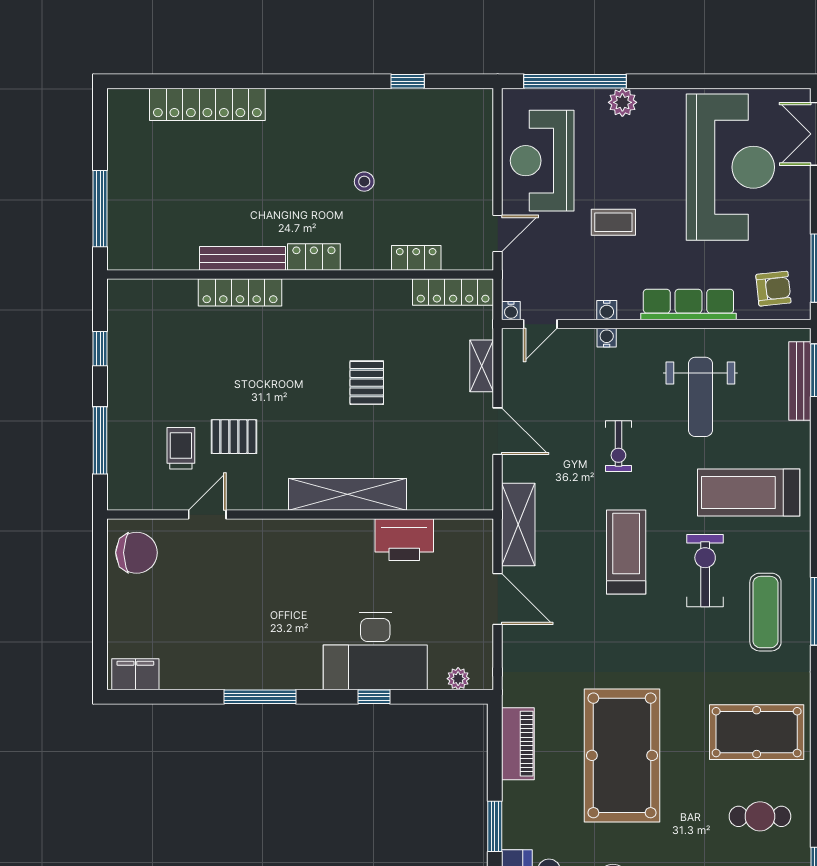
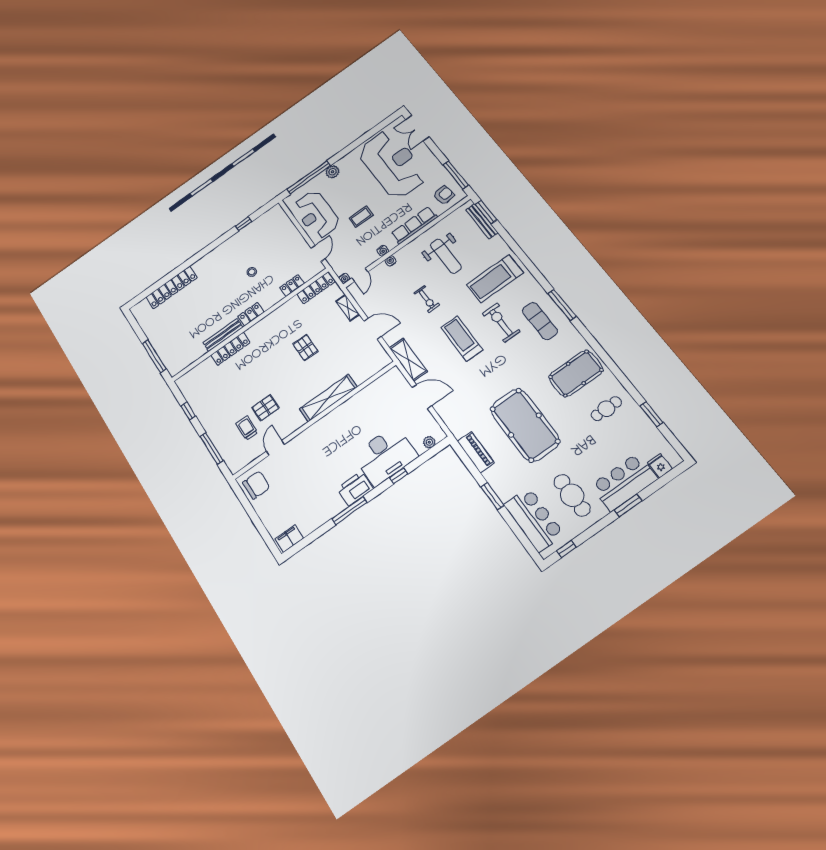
printer: (404, 540) -> (355, 489), moved, turned 180

